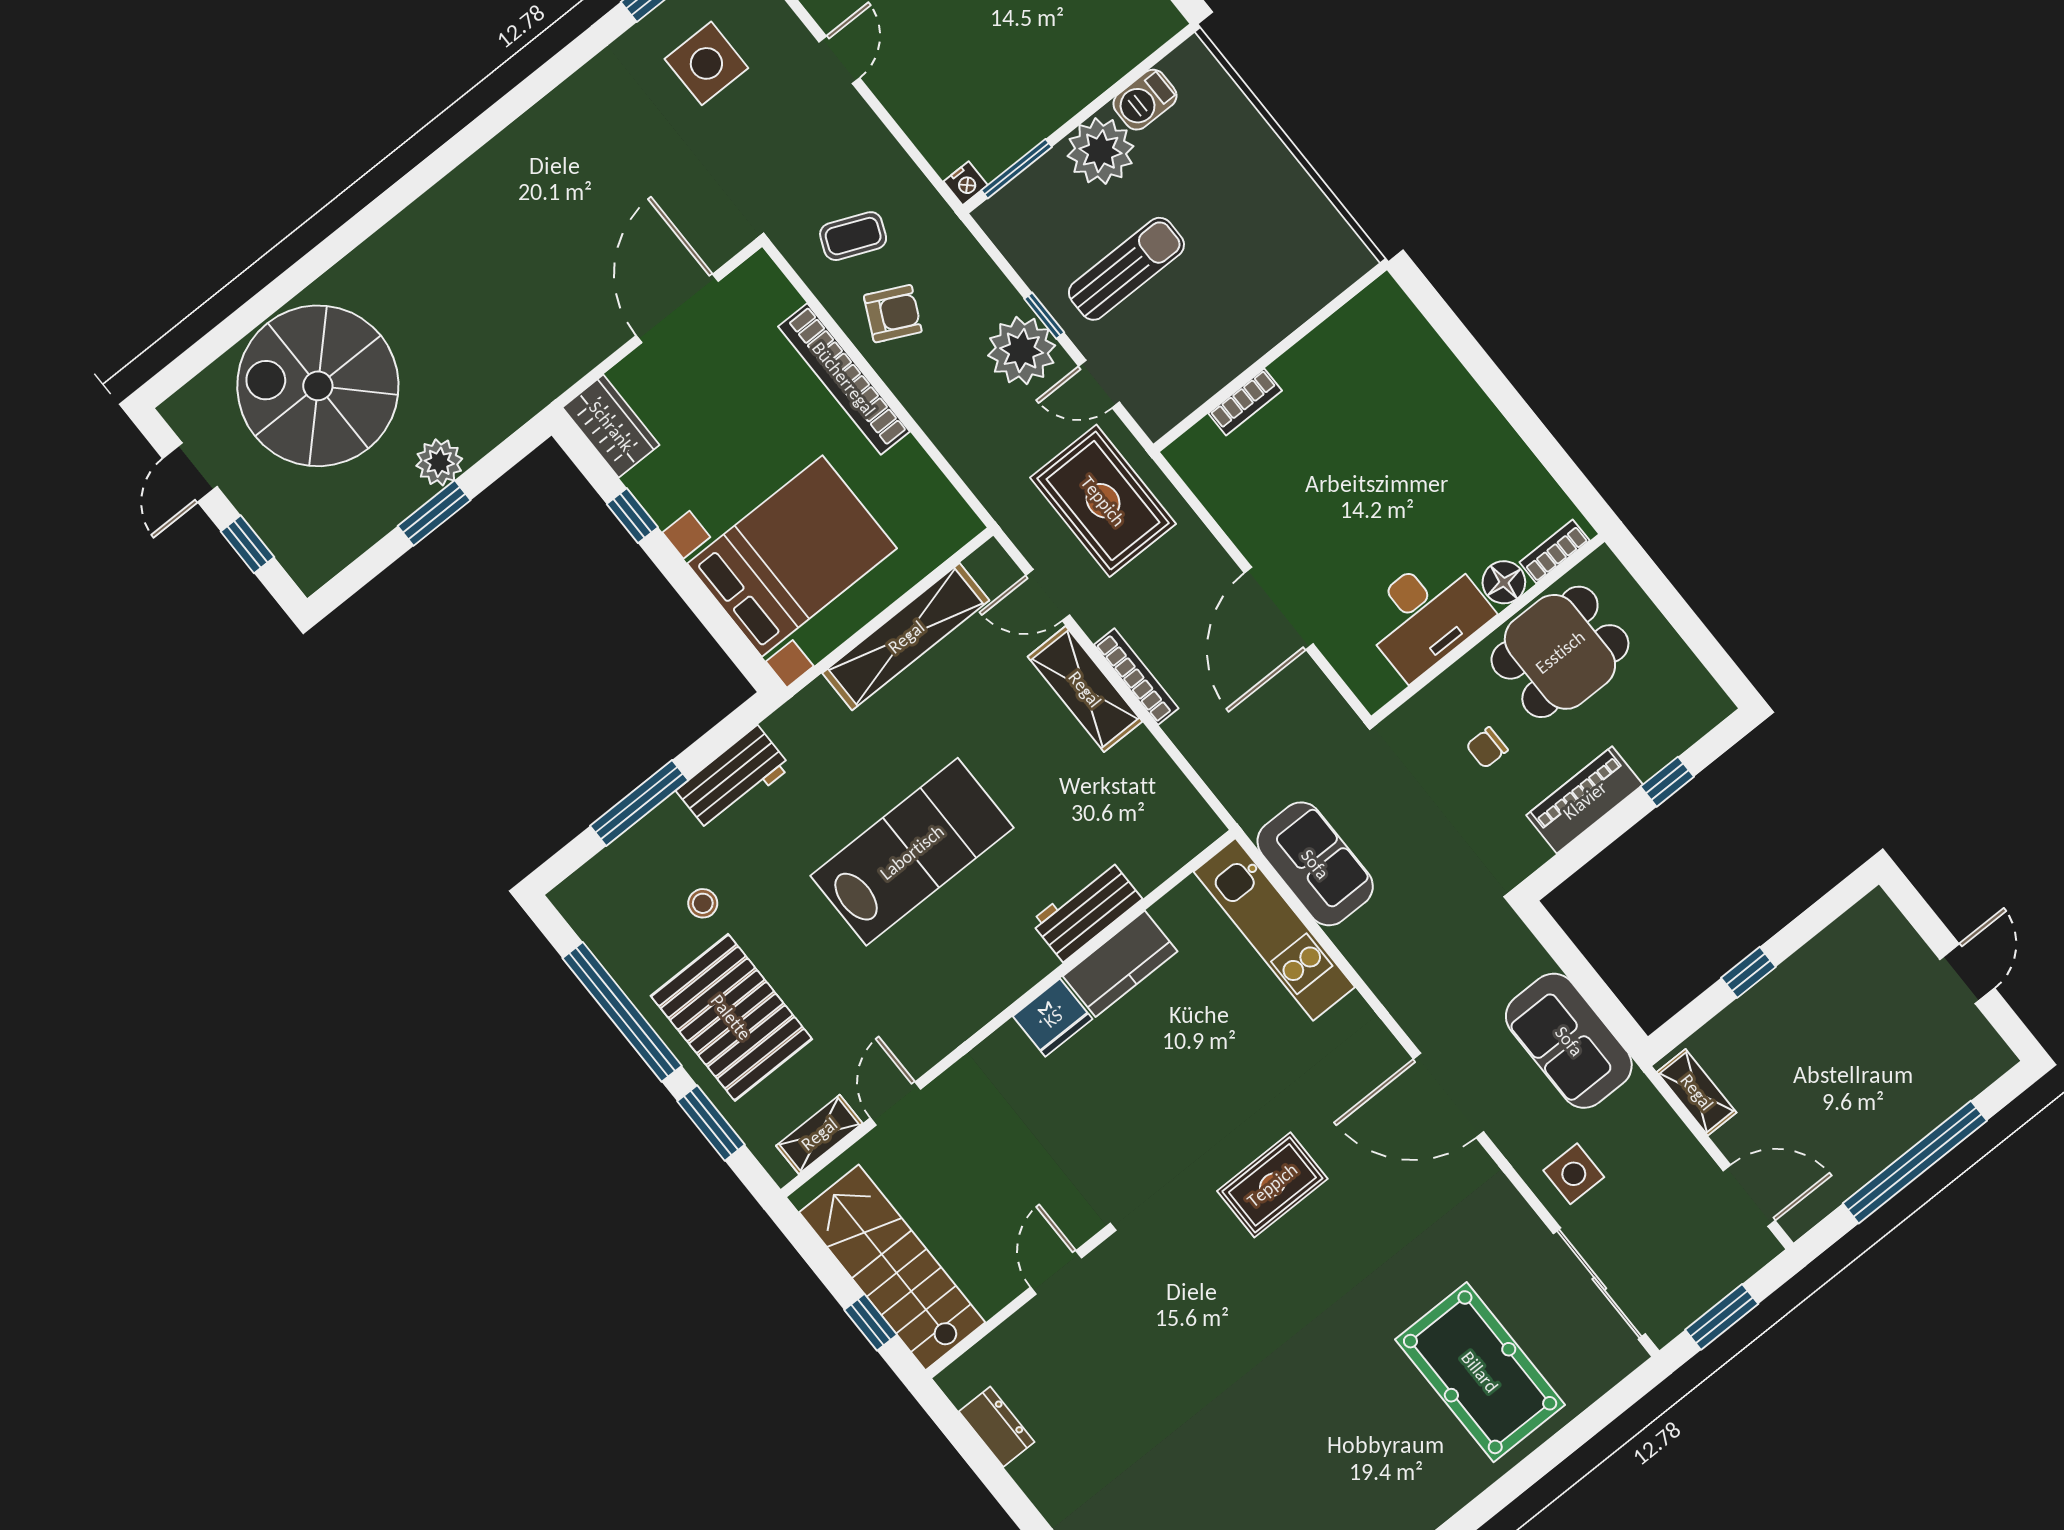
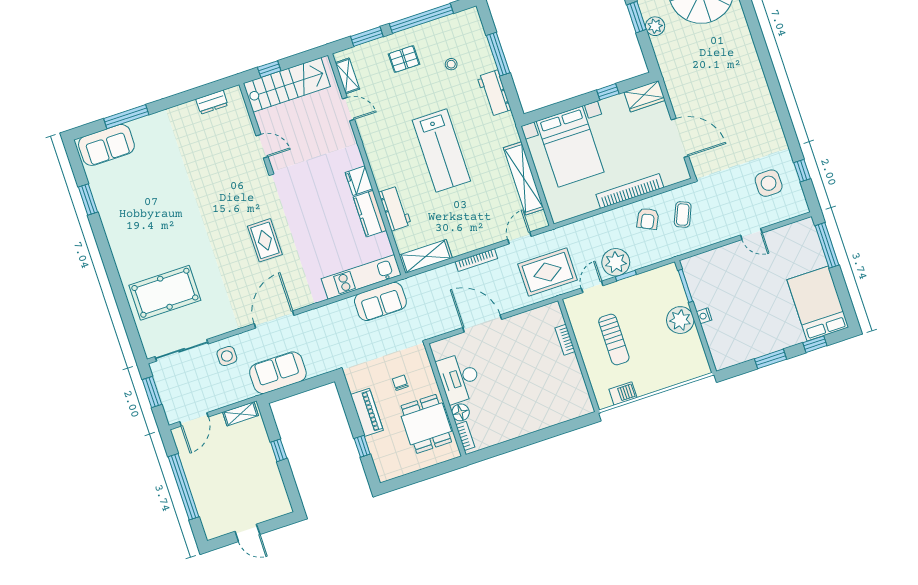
barbecue: (1145, 100) -> (623, 394), moved, turned 90
nightstand: (966, 183) -> (704, 316), moved
sun lounger: (1126, 269) -> (614, 340), moved
shelving: (1085, 689) -> (426, 256), moved
pallet: (731, 1017) -> (404, 59), width x0.49, depth x0.50

